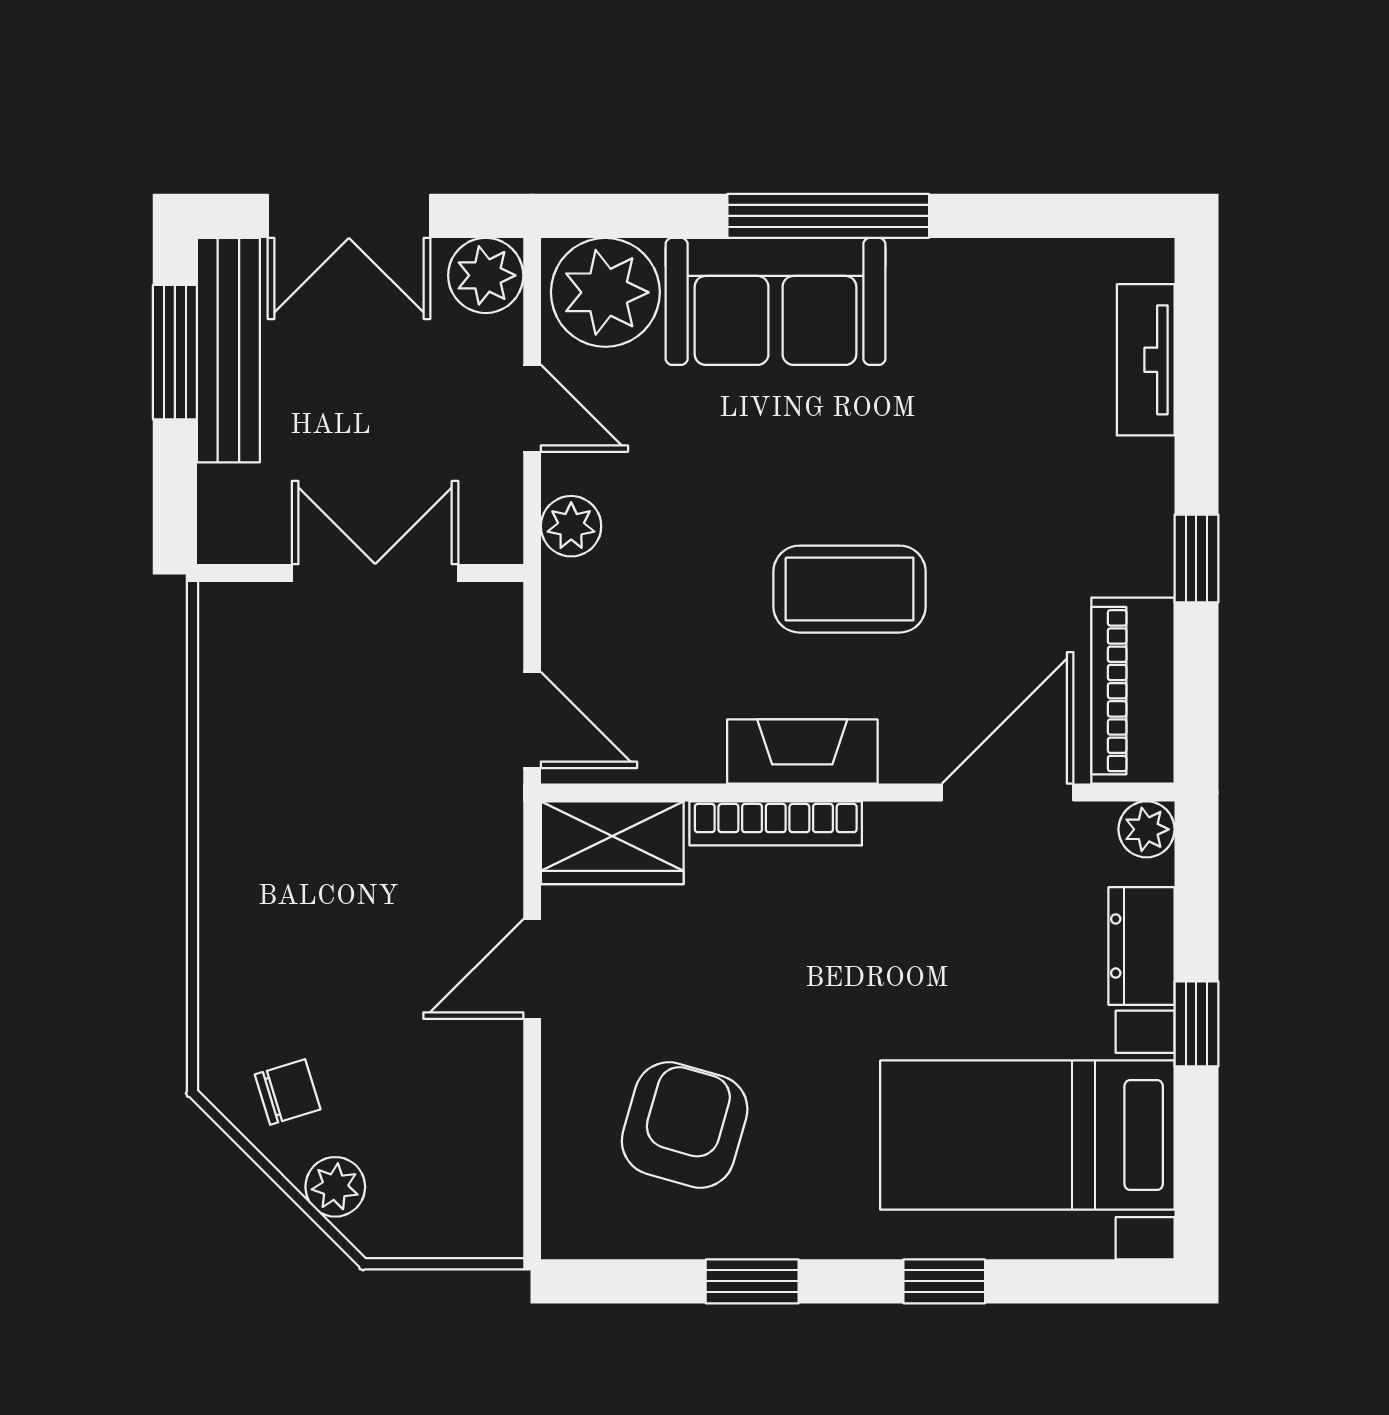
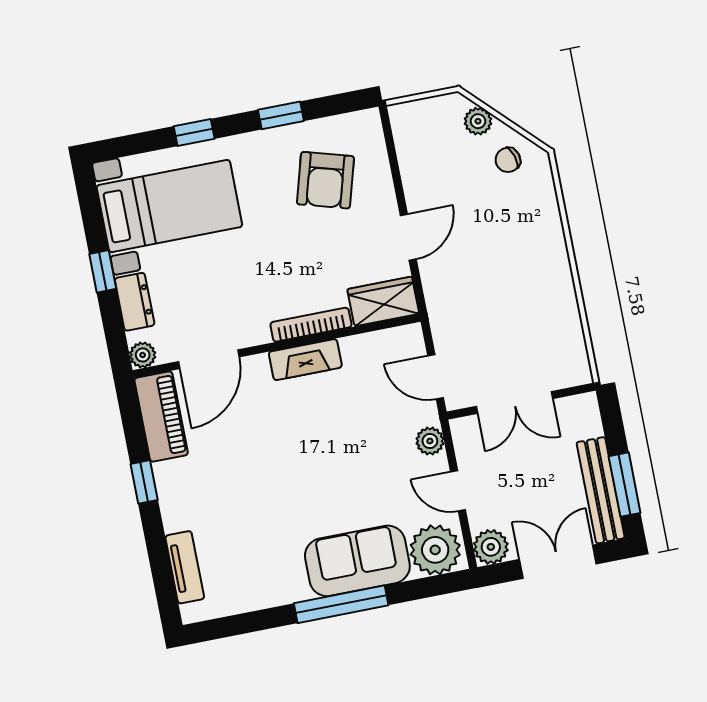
coffee table: (849, 589) -> (298, 437), removed
door: (532, 720) -> (436, 377), moved

